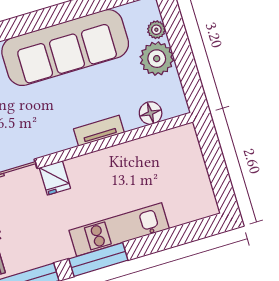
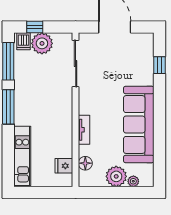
fridge: (55, 178) -> (64, 166), moved
kitchen unit: (119, 230) -> (22, 156), moved

